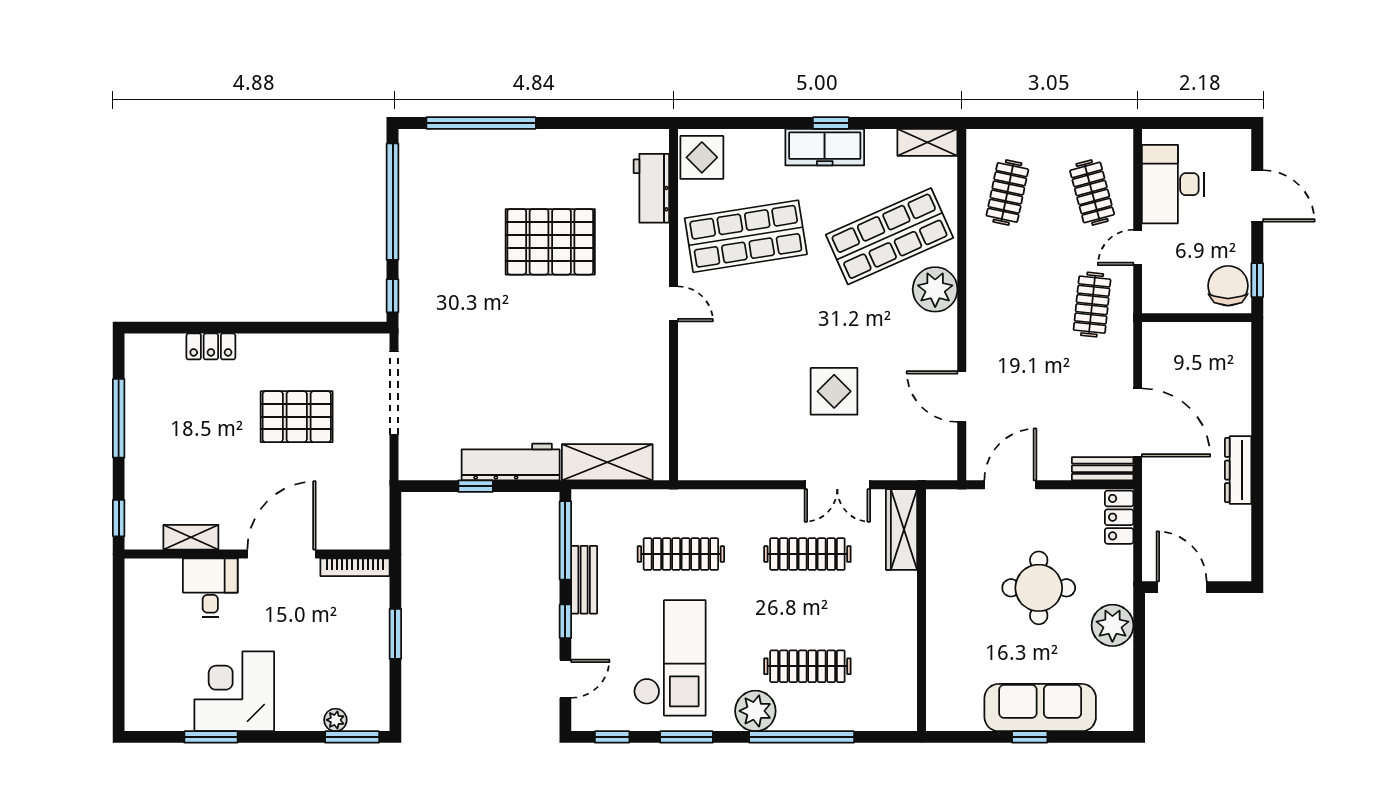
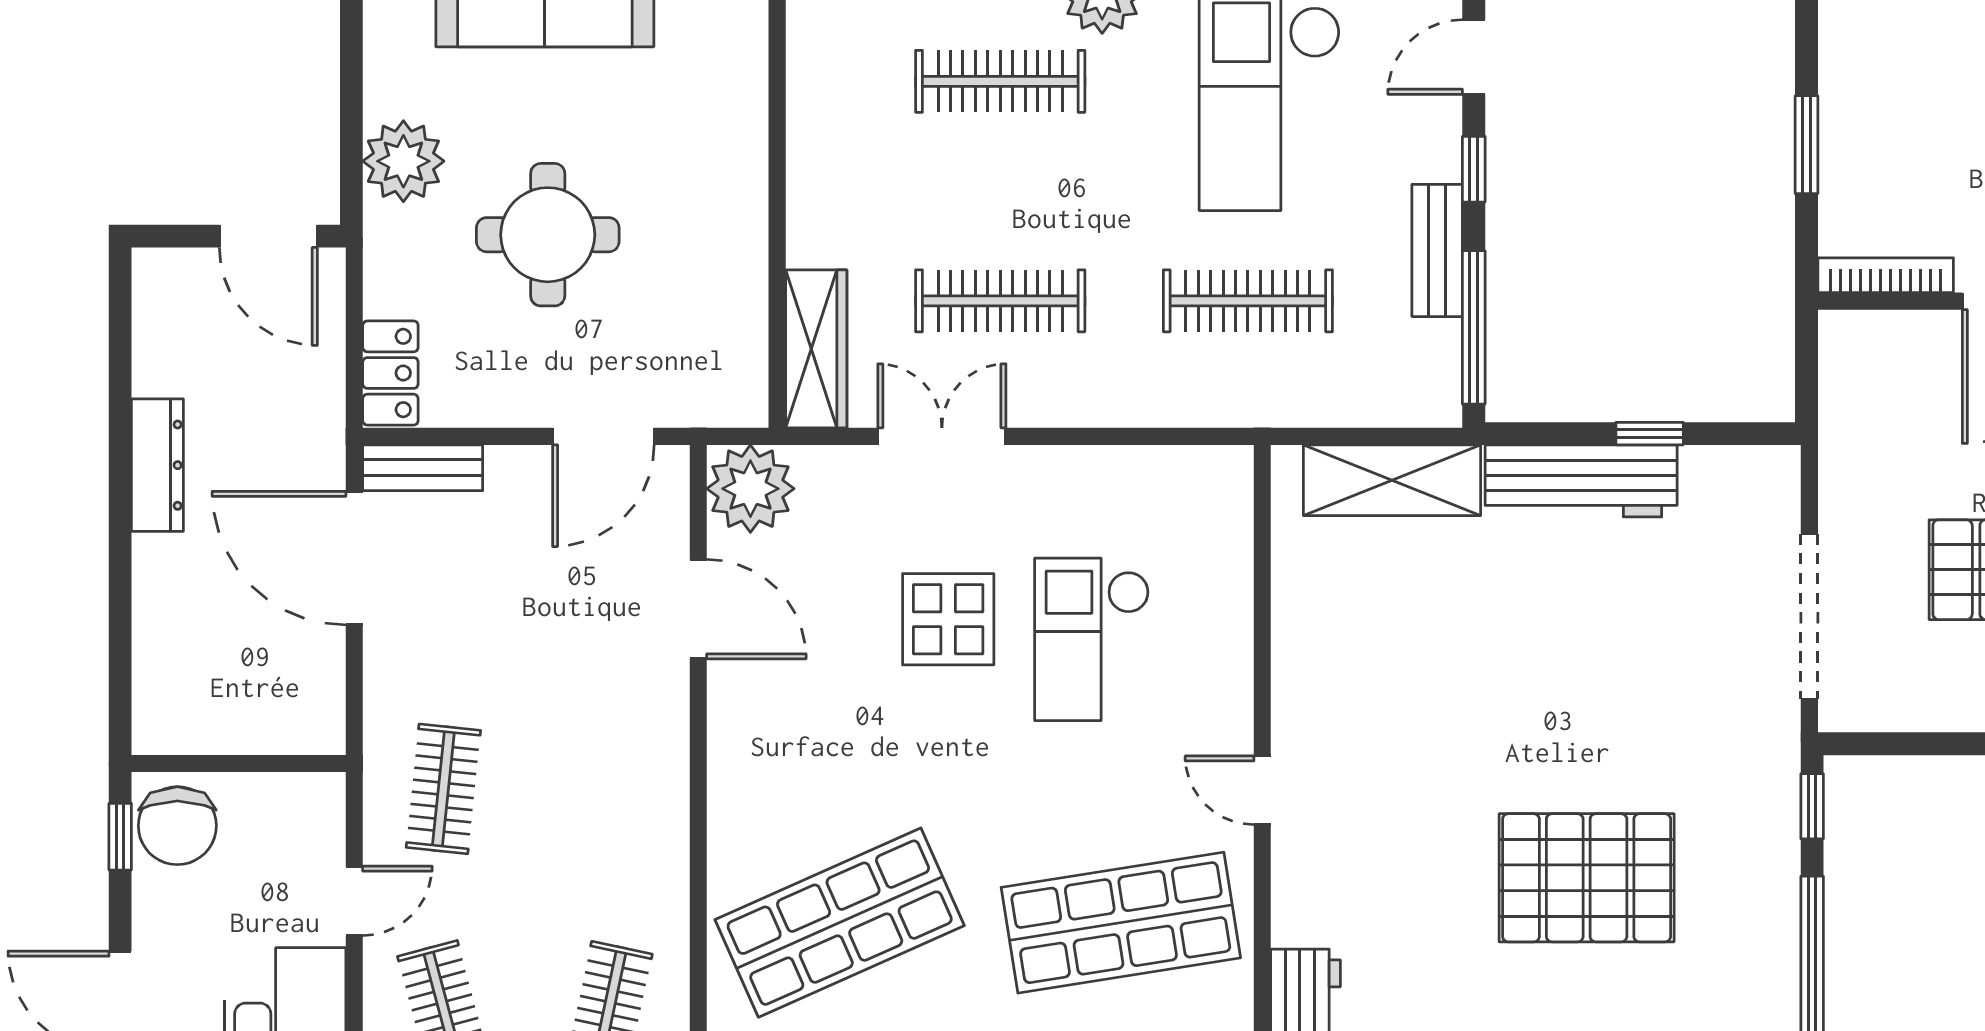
pallet: (550, 242) -> (1587, 878), moved
plant: (935, 289) -> (750, 489), moved
checkout: (761, 381) -> (1092, 639), added

